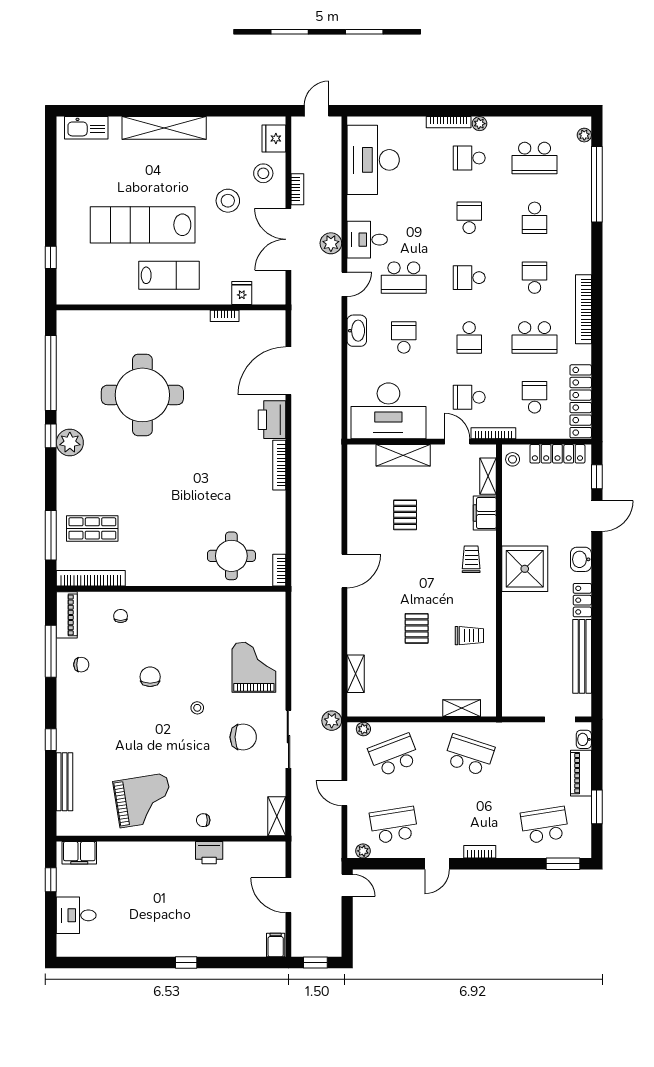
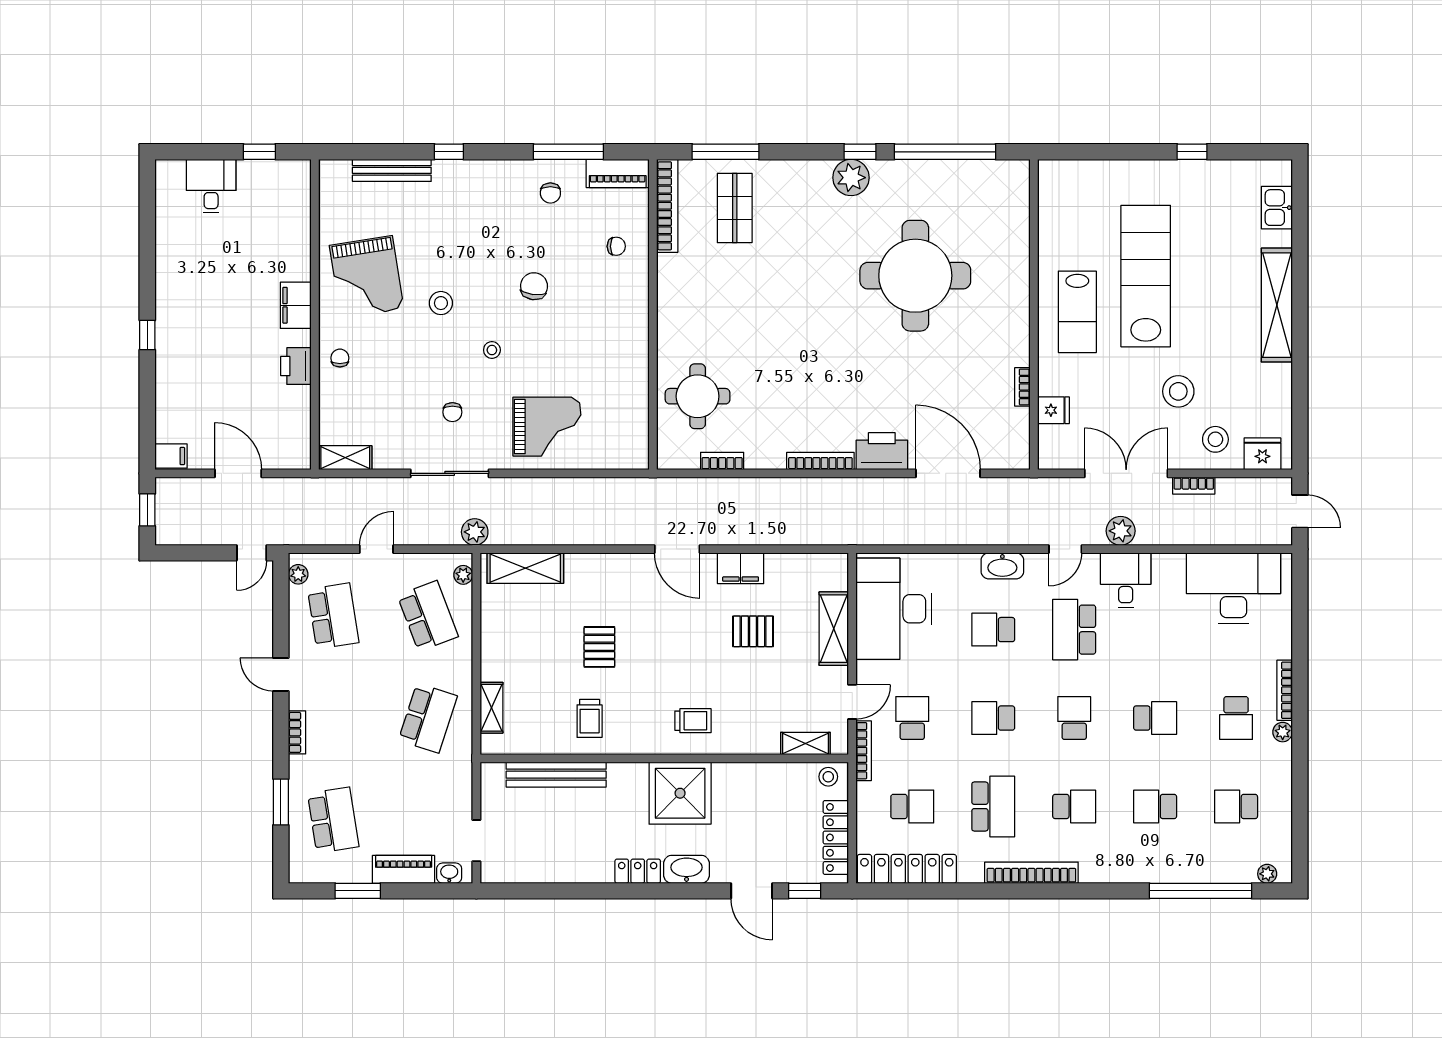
kitchen sink: (86, 128) -> (1277, 208), width x0.73
school desk: (469, 158) -> (1236, 718), turned 180
school desk: (535, 158) -> (1236, 806), width x0.54
window: (51, 257) -> (1192, 152), moved
door: (344, 284) -> (1065, 549), hinge flipped
school desk: (404, 337) -> (993, 630), turned 180
school desk: (535, 337) -> (993, 806), turned 180
filing cabinet: (485, 513) -> (741, 568), moved, turned 180
washbasin: (581, 559) -> (687, 869), width x1.38
bookcase: (279, 570) -> (722, 461), moved
pallet: (417, 628) -> (599, 647), turned 90
bench: (582, 656) -> (556, 775), moved
shelving: (356, 674) -> (525, 568), width x1.50, depth x1.33
chair: (150, 677) -> (534, 286), turned -82
chair: (243, 737) -> (452, 412), width x0.54, depth x0.54
stool: (163, 746) -> (441, 303), added
filing cabinet: (79, 853) -> (296, 305), moved
window: (563, 864) -> (281, 802), moved
door: (288, 895) -> (238, 473), hinge flipped

